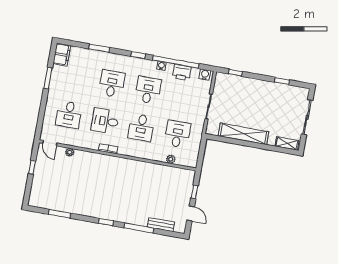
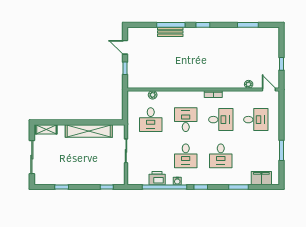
filing cabinet: (62, 54) -> (261, 178), moved, turned 90
water cooler: (205, 75) -> (135, 180), removed
desk: (69, 115) -> (256, 120), turned 90
bench: (161, 225) -> (170, 32), moved

